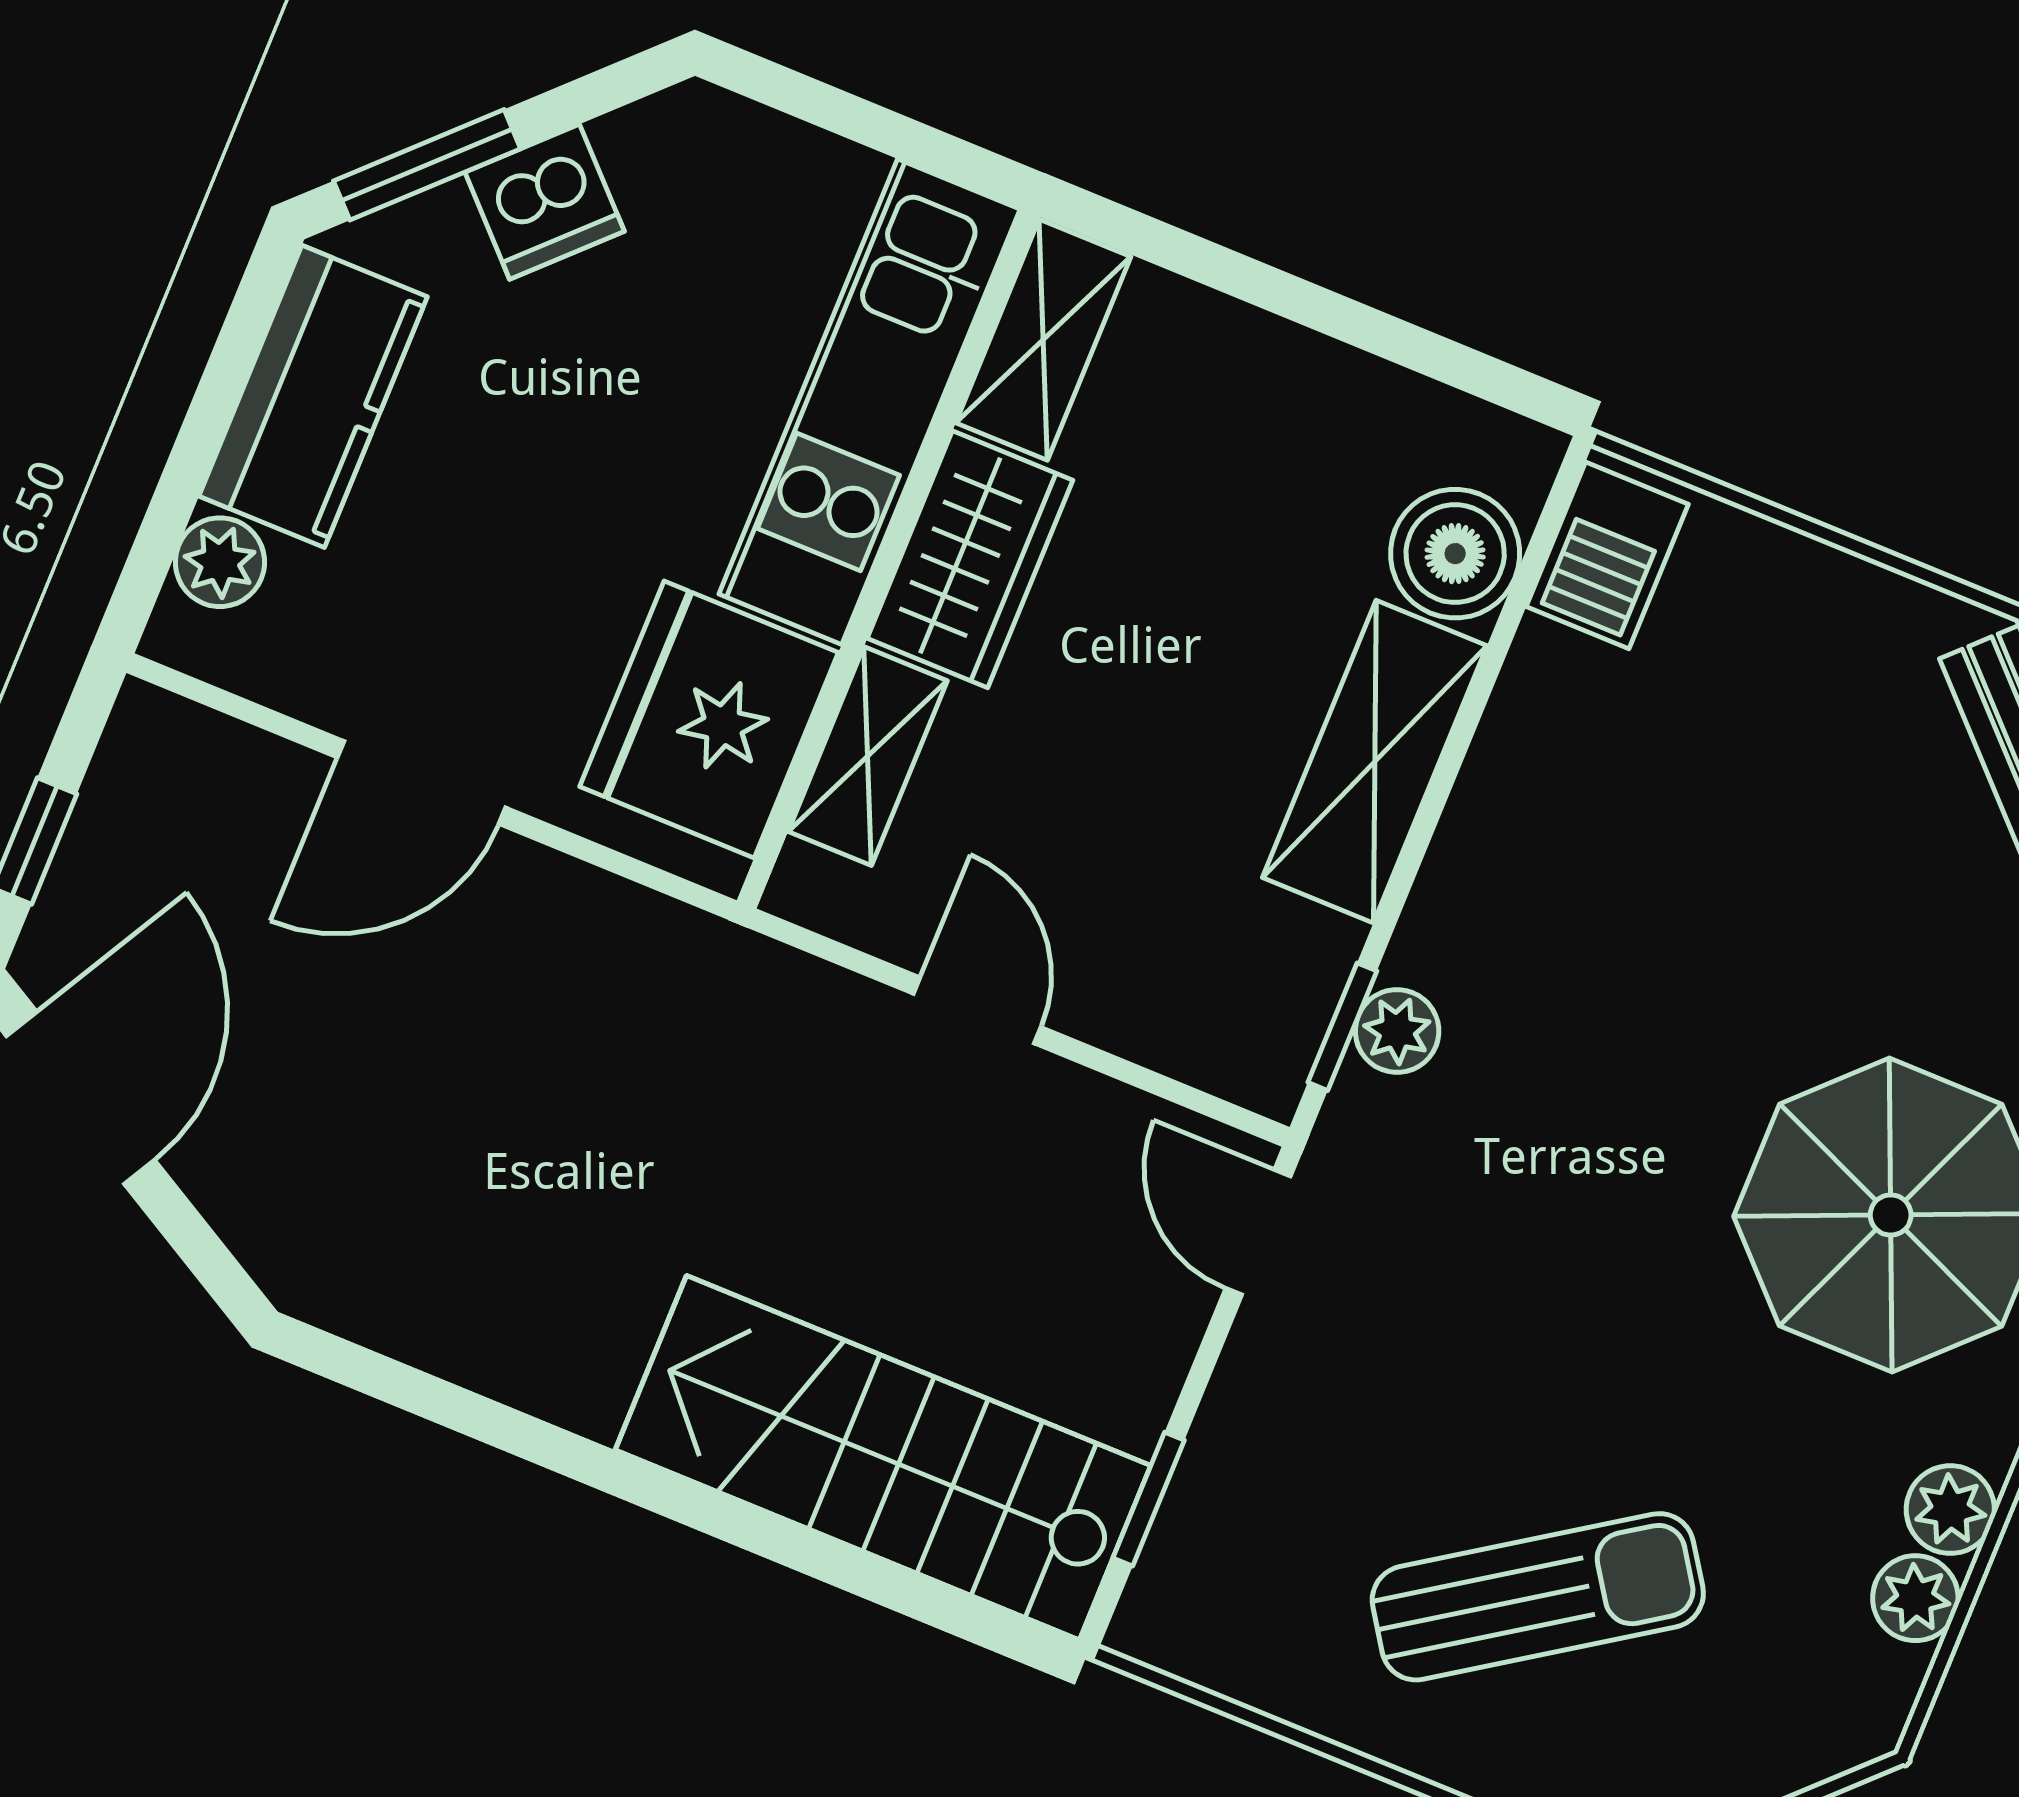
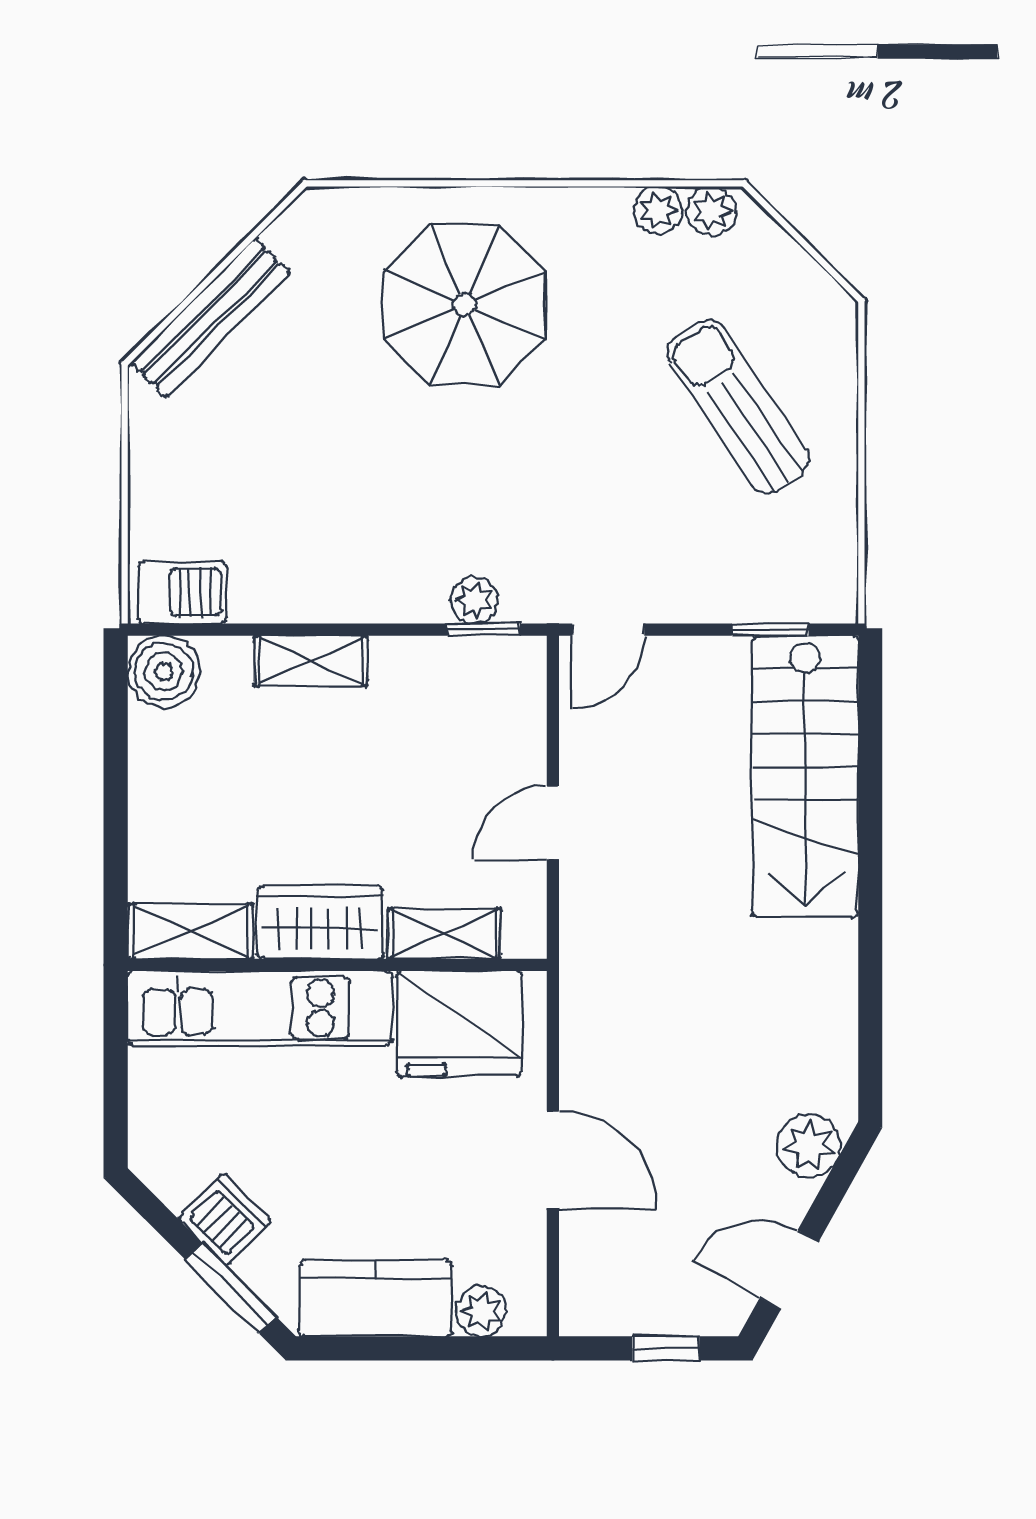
boiler: (1455, 554) -> (164, 672), moved
shelving: (1375, 762) -> (311, 661), width x0.67, depth x0.75
door: (80, 1098) -> (789, 1270), width x0.73
plant: (271, 1214) -> (809, 1146), added
plant: (1950, 1510) -> (712, 211), moved

